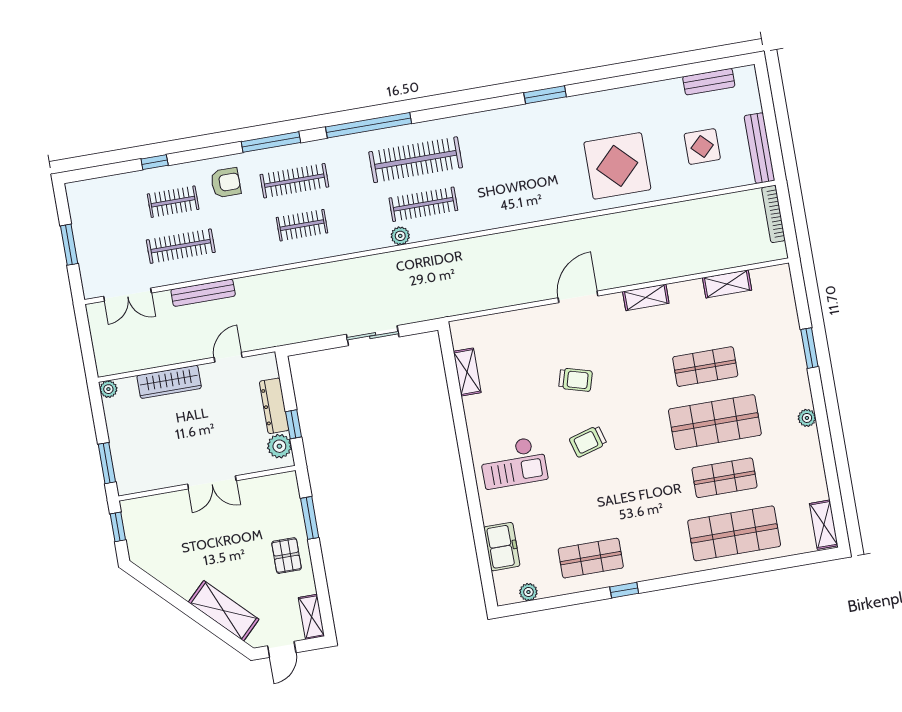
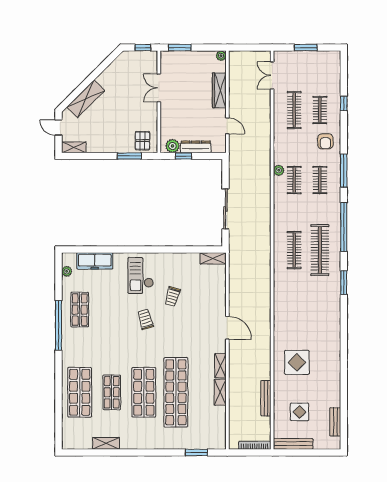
window: (545, 95) -> (344, 283), moved
display table: (617, 166) -> (297, 362), width x0.73, depth x0.73
clothes rail: (294, 181) -> (320, 180), width x0.73
plant: (400, 236) -> (279, 170), moved
shelving: (727, 284) -> (220, 392), moved
bench: (203, 293) -> (266, 398), moved
sliding door: (373, 336) -> (225, 209), width x1.37
window: (809, 348) -> (197, 452), moved
shop shelf: (705, 367) -> (176, 392), width x2.00, depth x1.36
shelving: (467, 372) -> (213, 258), moved
trolley: (575, 380) -> (172, 296), moved
plant: (807, 418) -> (137, 444), removed
double door: (212, 482) -> (159, 88), moved
shelving: (824, 525) -> (106, 443), moved
freezer: (502, 547) -> (95, 261), width x1.40
pallet: (287, 556) -> (142, 141), moved, turned 90
window: (624, 590) -> (58, 325), width x3.17

